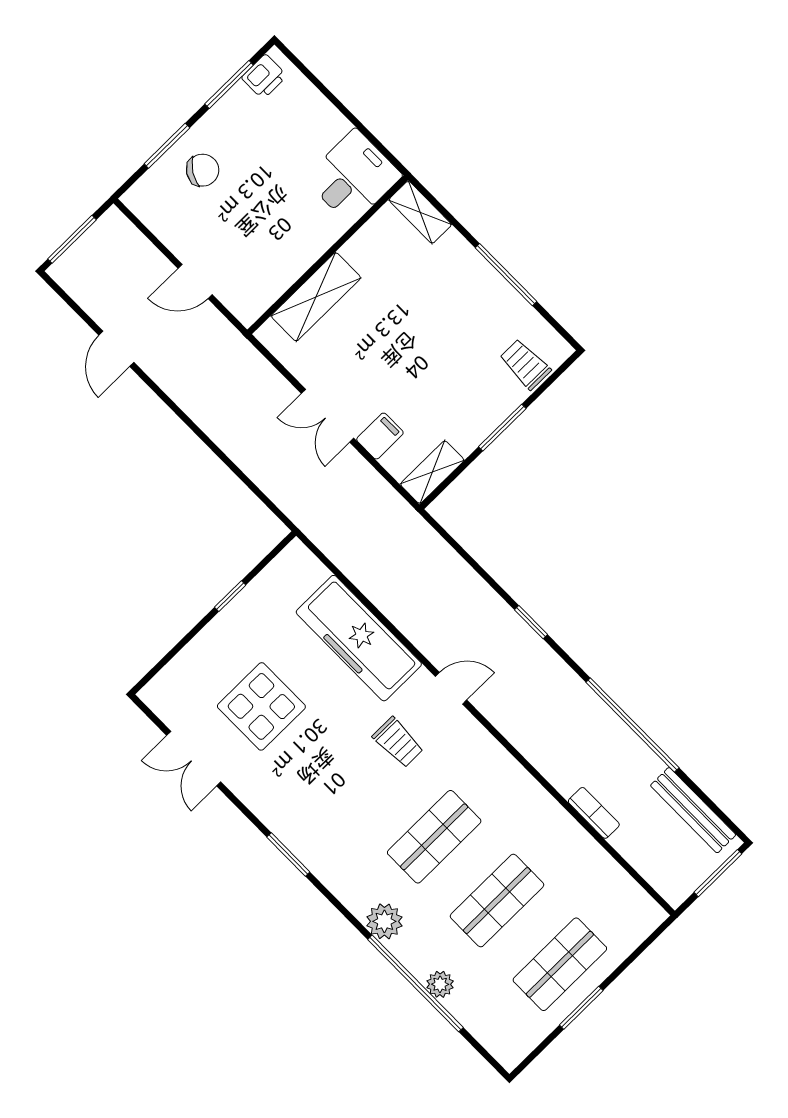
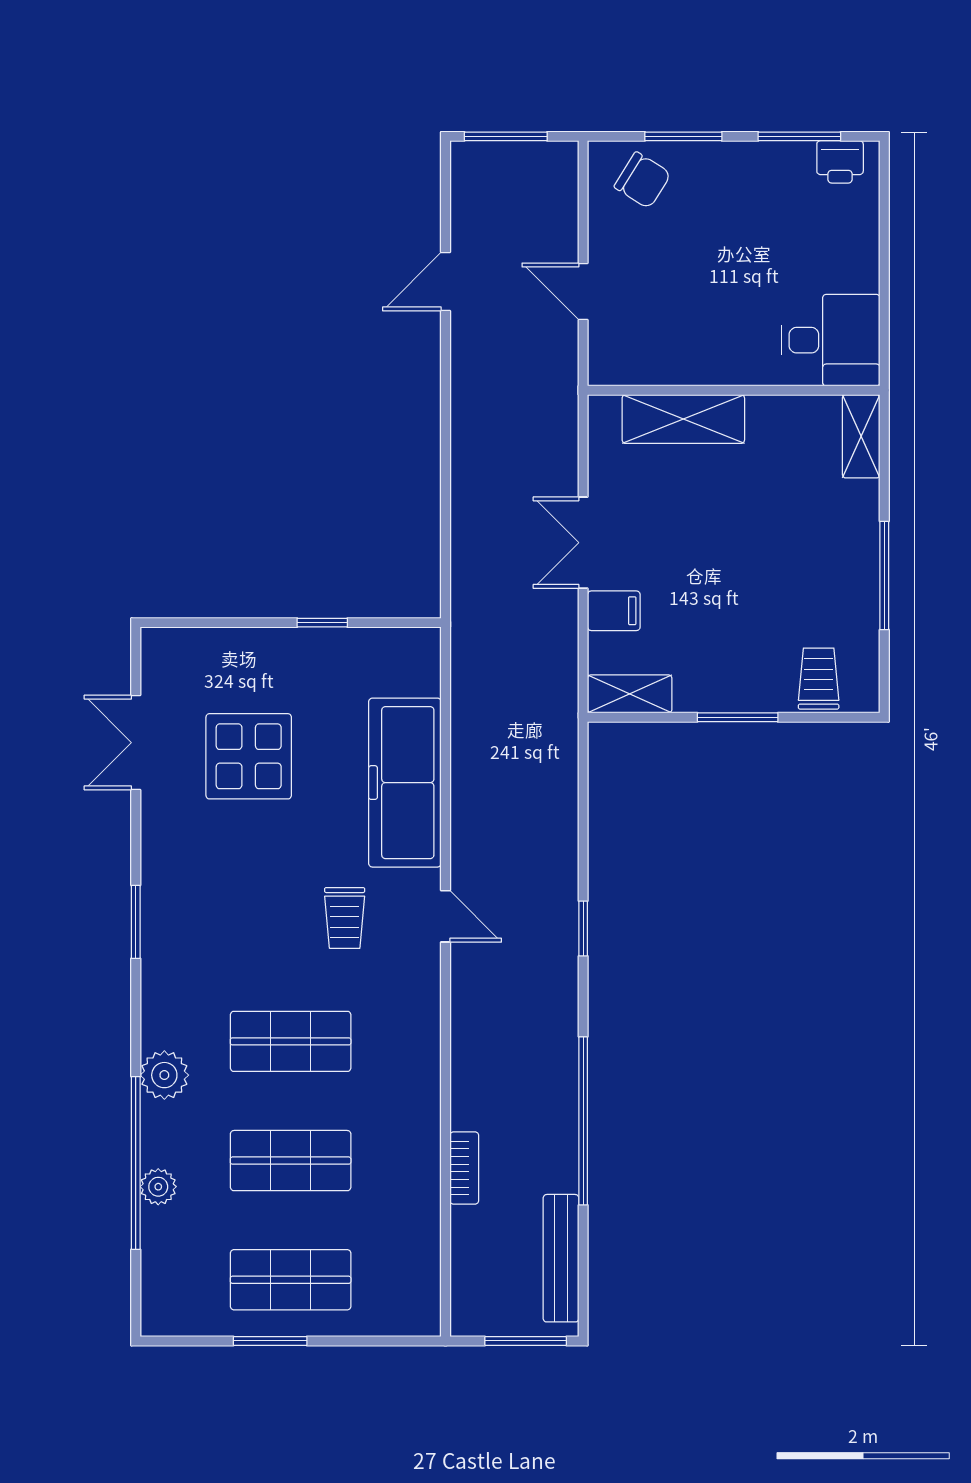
chair: (203, 170) -> (643, 180), moved

